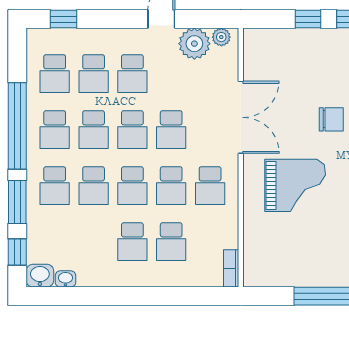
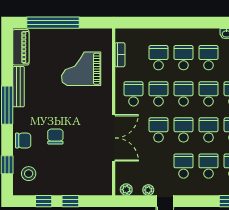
plant: (194, 44) -> (148, 190), width x0.53, depth x0.53
double door: (241, 117) -> (114, 138), swing flipped
chair: (331, 119) -> (55, 137), turned 90
grand piano: (295, 185) -> (81, 69), moved
school desk: (94, 242) -> (209, 58), added
bookcase: (231, 268) -> (120, 55), moved

